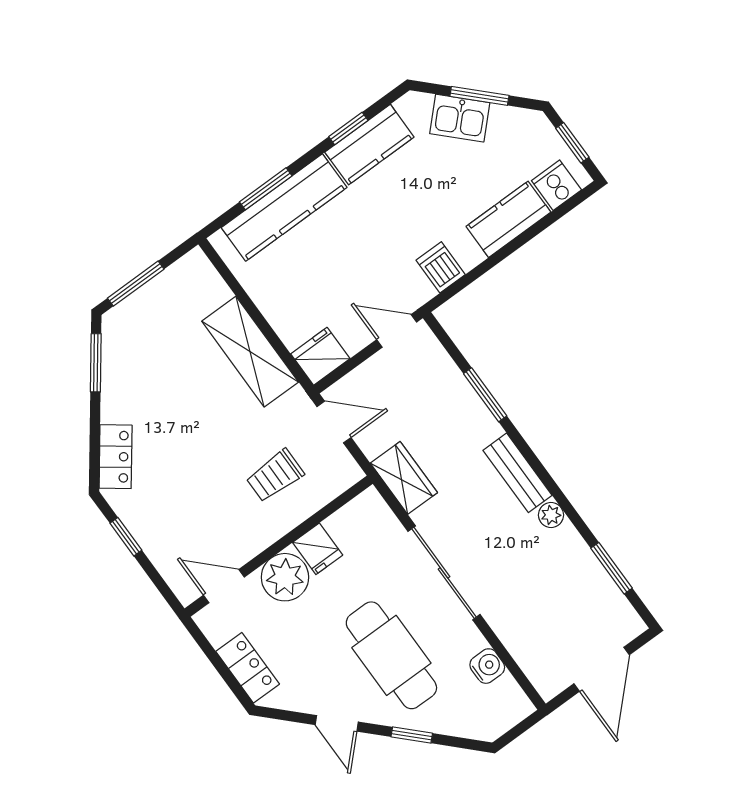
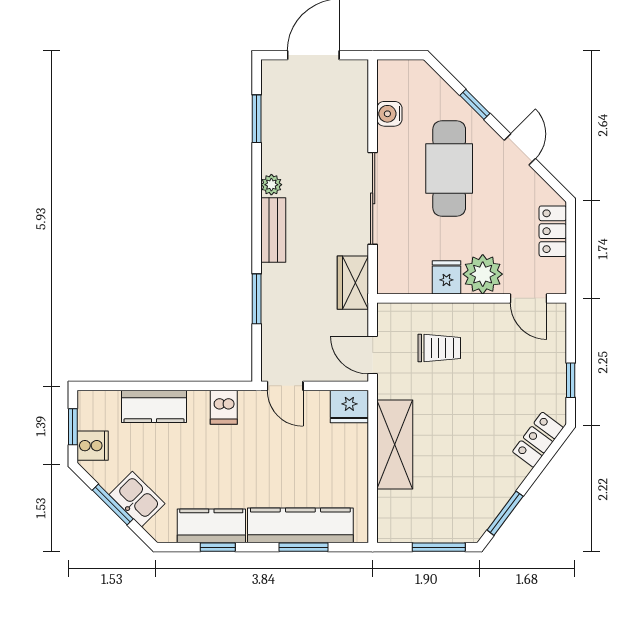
cooker: (556, 185) -> (93, 446), moved, turned -90

